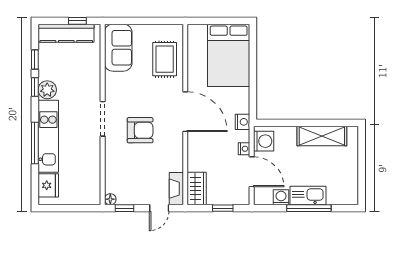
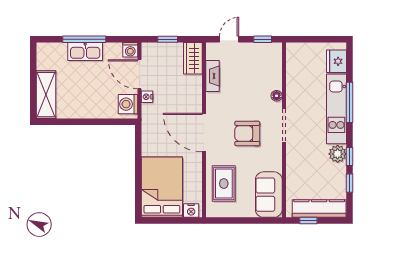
nightstand: (243, 122) -> (191, 211), moved, turned -90
armchair: (140, 130) -> (247, 133), moved
shelving: (322, 136) -> (46, 95), moved, turned 90
fireplace: (176, 189) -> (212, 76), moved
washing machine: (281, 197) -> (130, 50), moved
floor lamp: (110, 199) -> (277, 96), moved

